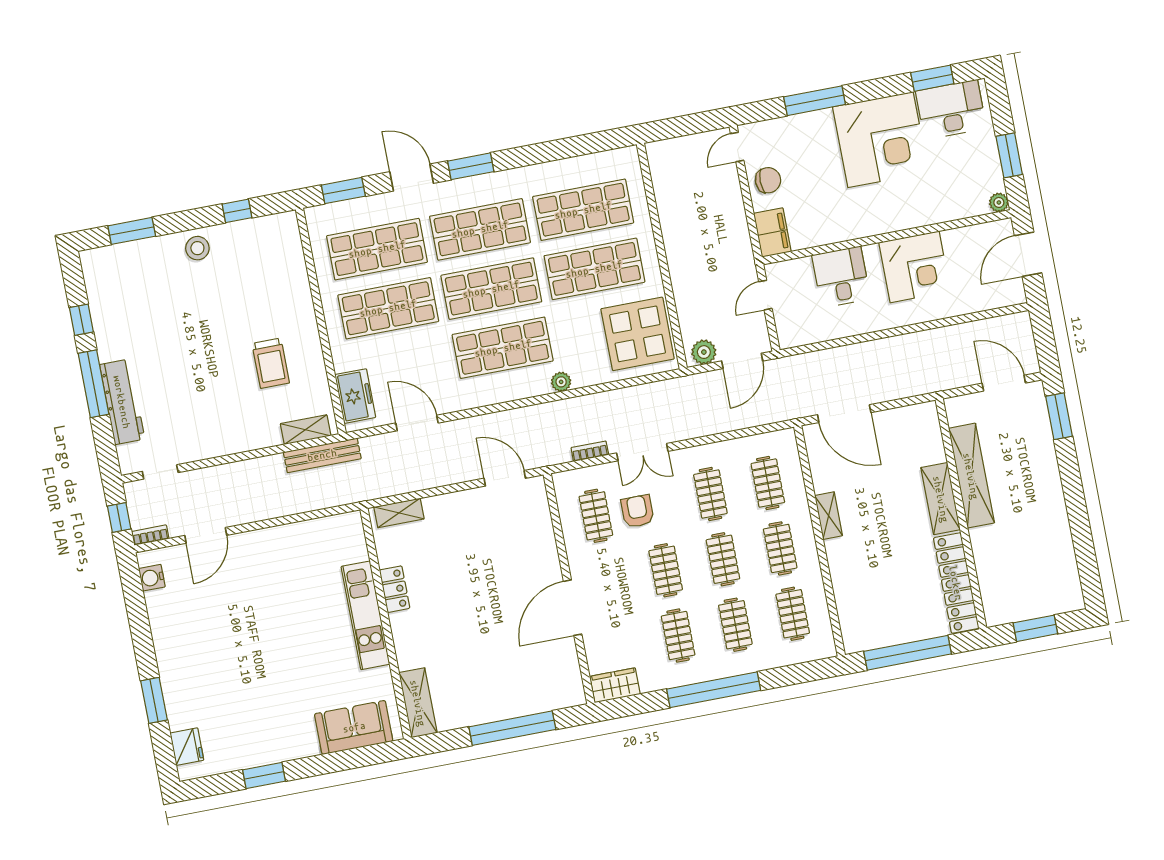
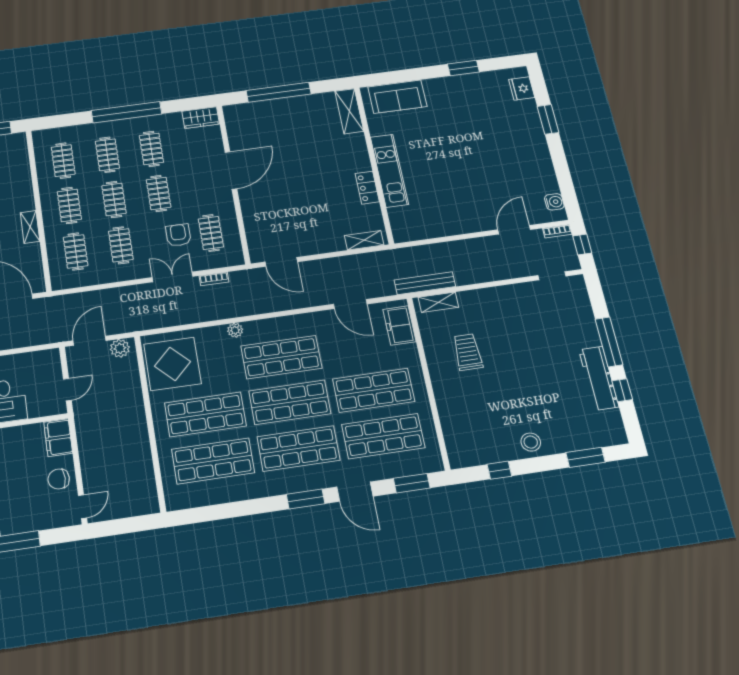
workbench: (122, 402) -> (599, 378), moved
armchair: (638, 511) -> (178, 235), turned 180

